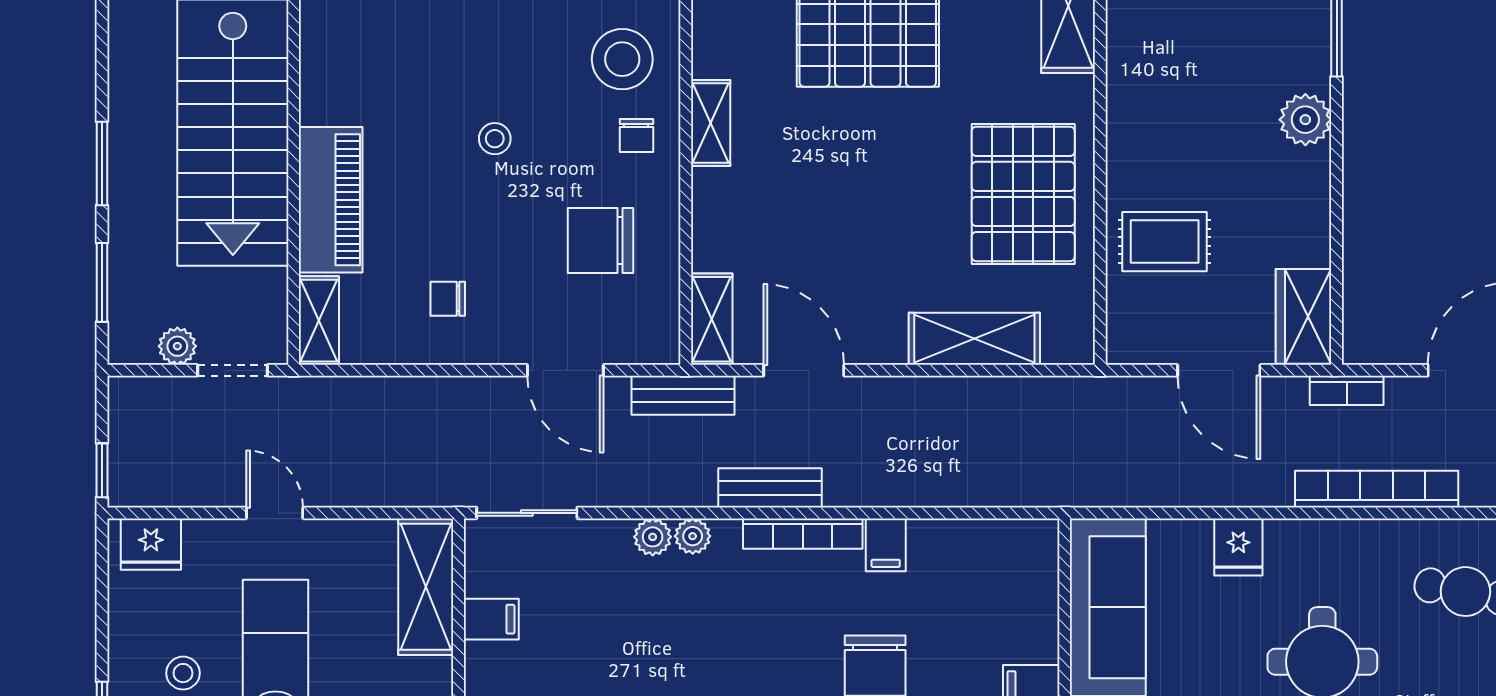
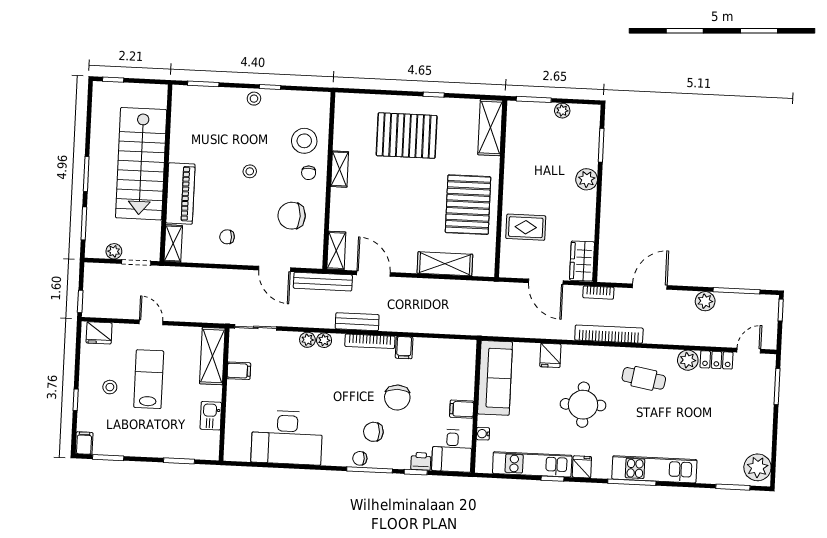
bench: (683, 395) -> (323, 282), width x1.36

